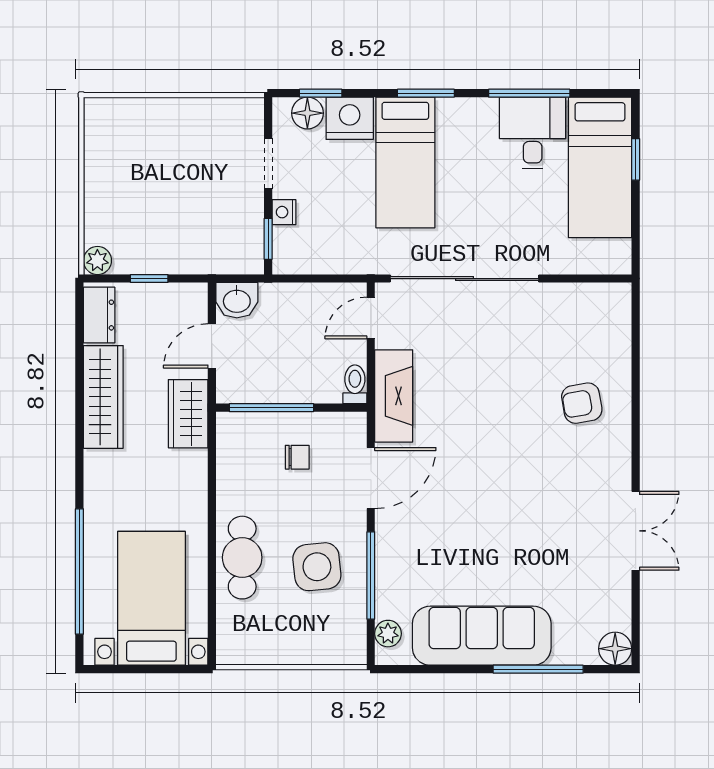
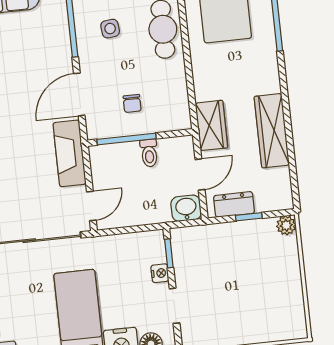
dresser: (99, 315) -> (234, 204), moved, turned 90
toilet: (355, 384) -> (149, 153), moved
window: (271, 408) -> (126, 139), moved
chair: (297, 457) -> (132, 103), turned -90
side table: (317, 567) -> (110, 29), width x0.54, depth x0.54

